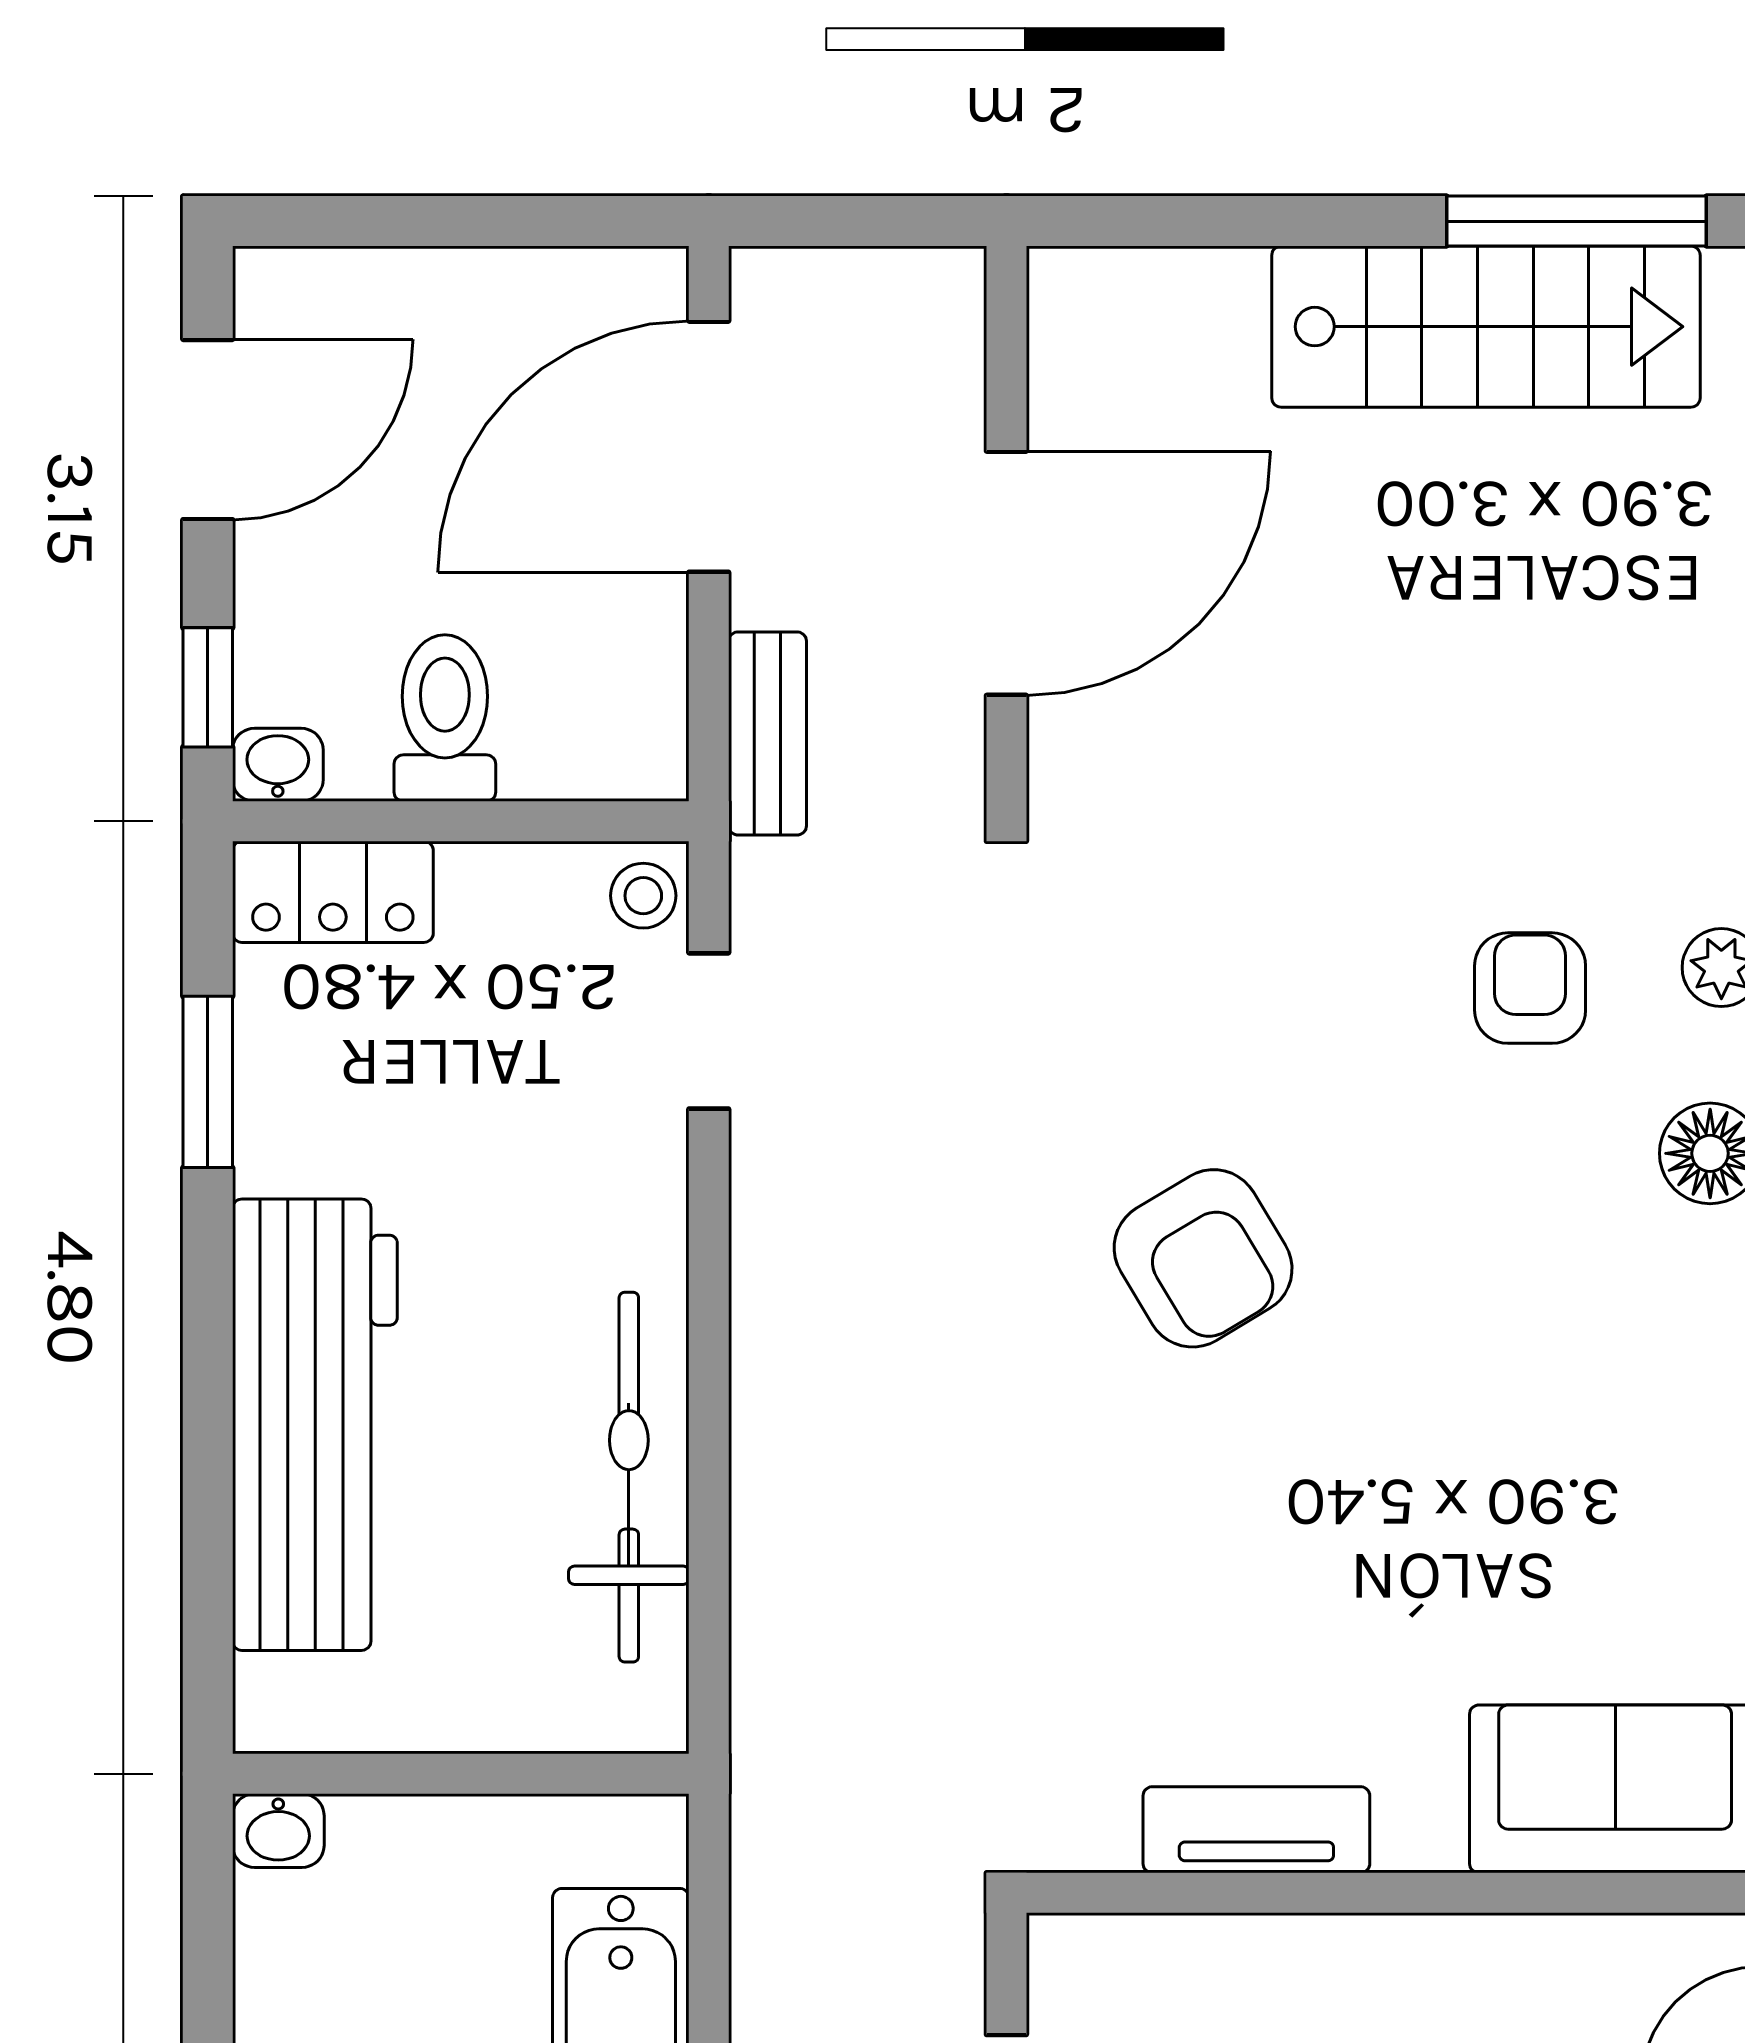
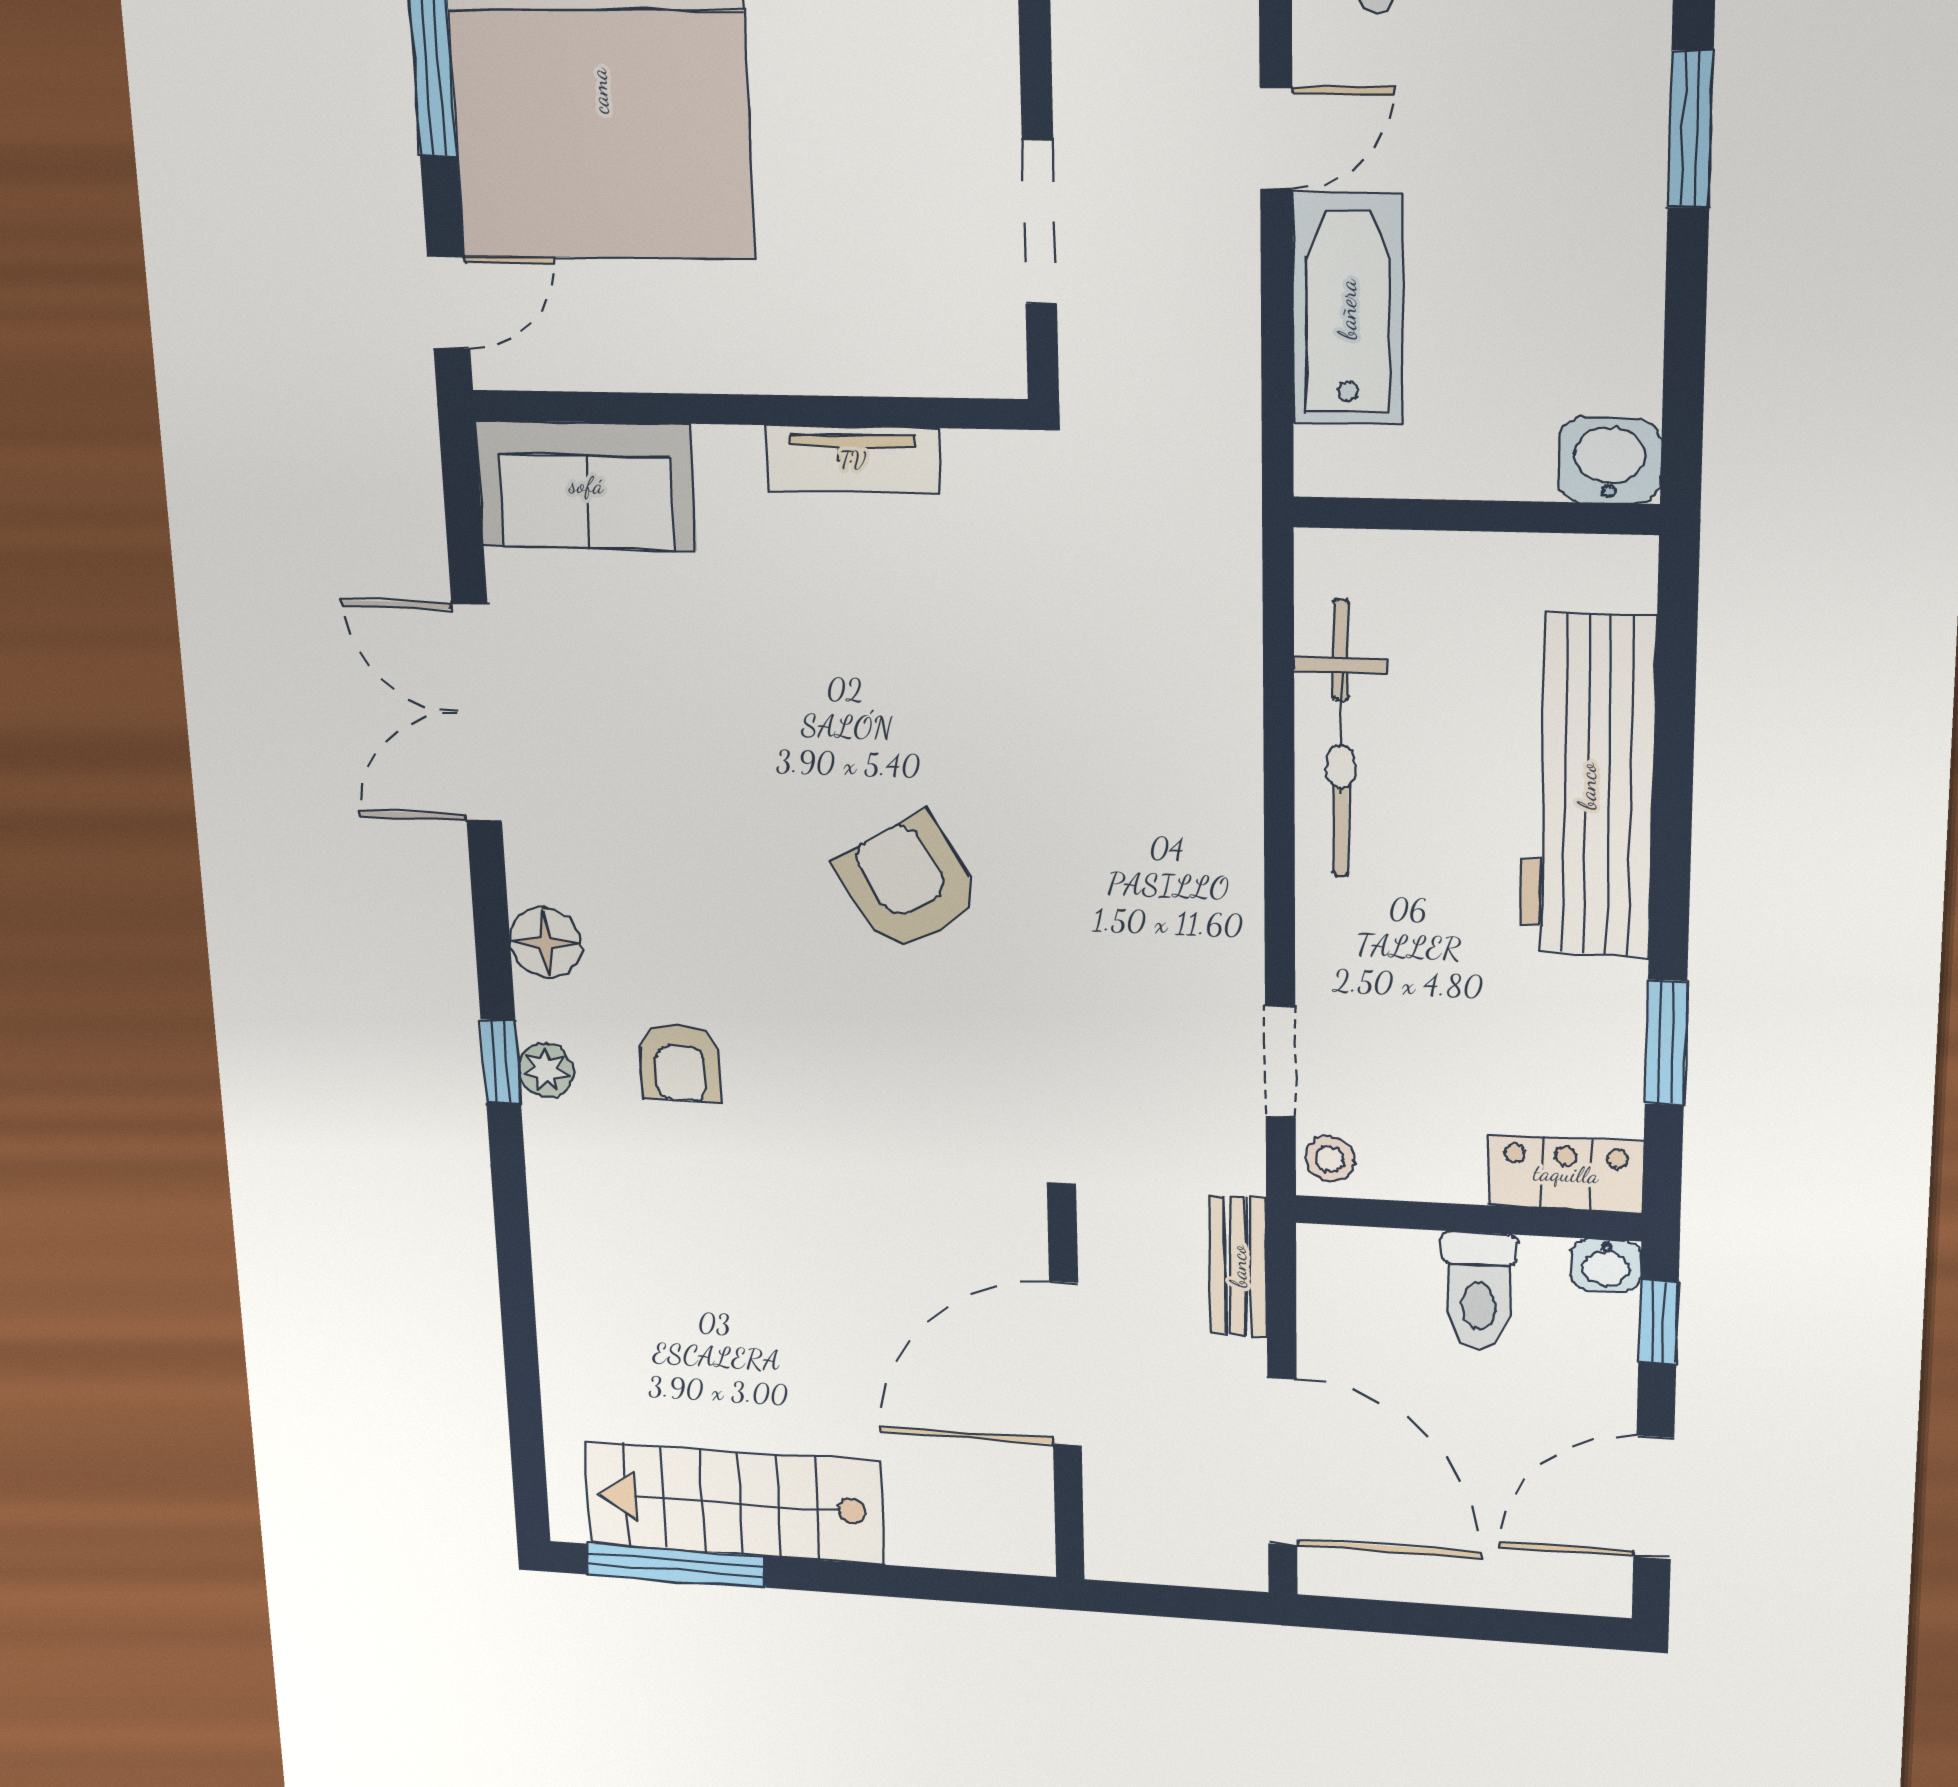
door: (709, 447) -> (1282, 1462), hinge flipped
washbasin: (278, 1831) -> (1609, 461), width x1.38, depth x1.45

